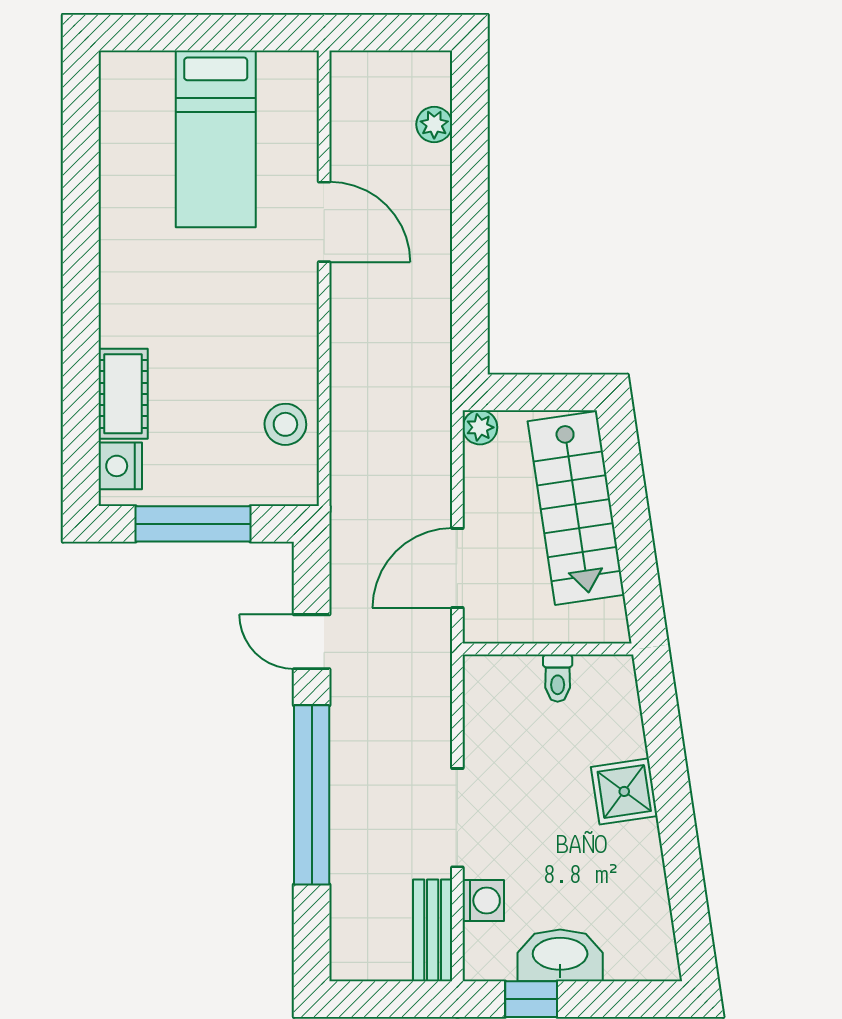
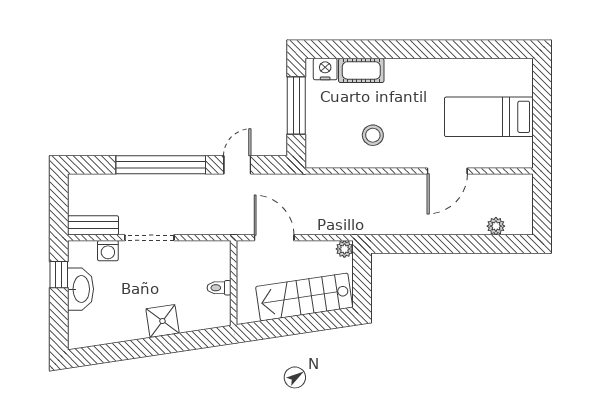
stool: (285, 424) -> (373, 135), moved

